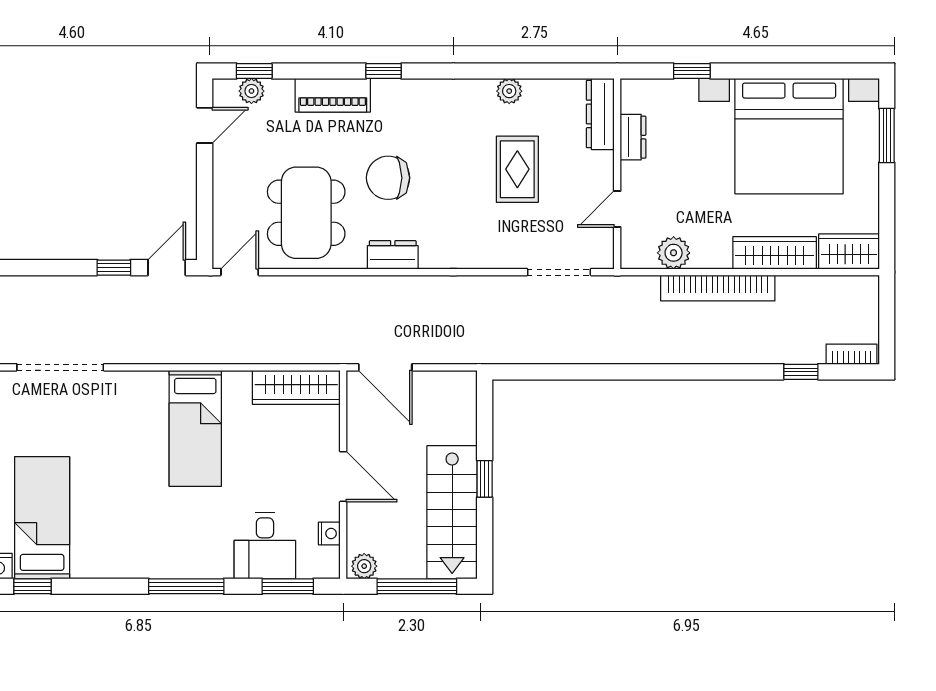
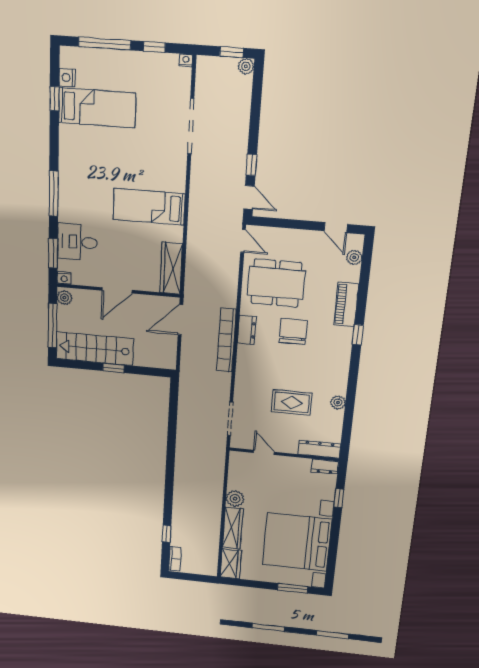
window: (254, 71) -> (366, 260), removed
dresser: (633, 137) -> (325, 467), moved
plant: (674, 253) -> (235, 499), moved
bookcase: (718, 288) -> (226, 340), moved
nightstand: (329, 534) -> (64, 278), moved

